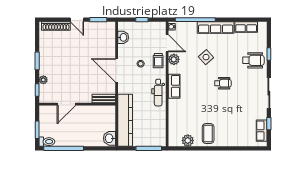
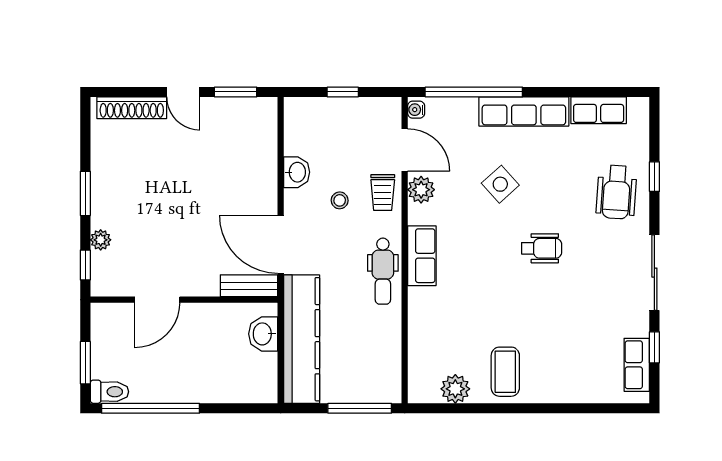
washbasin: (123, 37) -> (297, 172), moved
wheelchair: (253, 60) -> (617, 192), turned 94
door: (117, 70) -> (281, 244), moved
washbasin: (109, 138) -> (263, 334), moved

